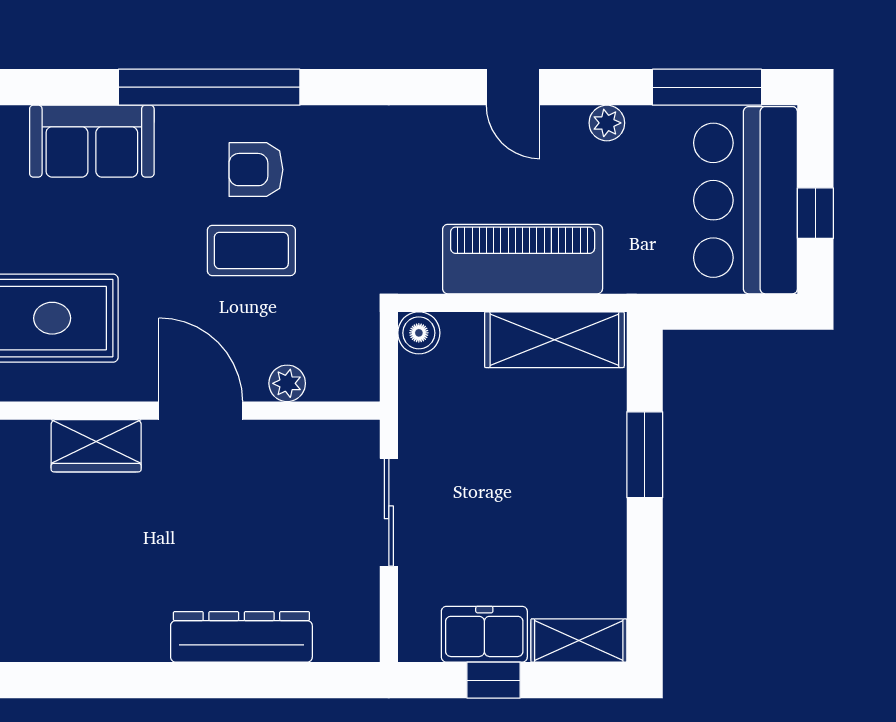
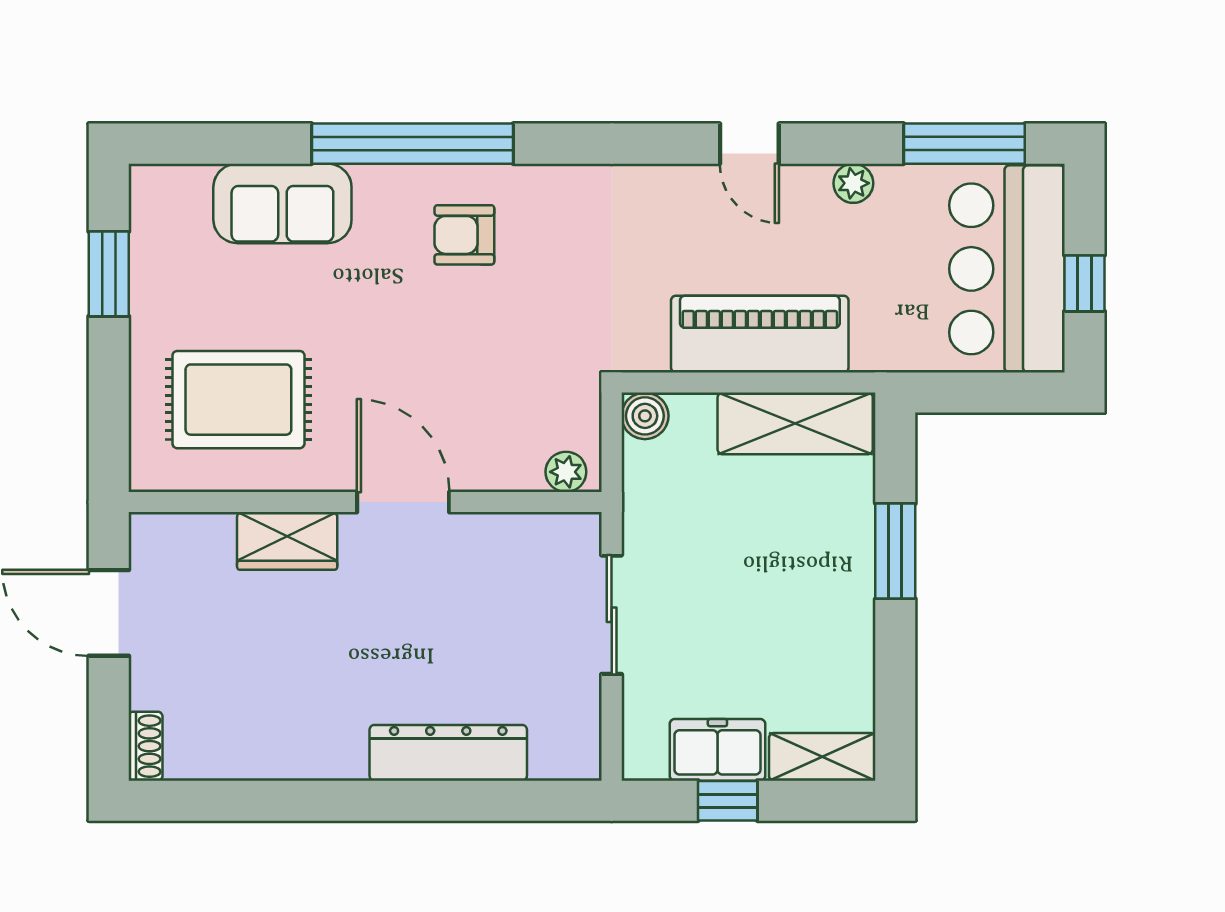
coffee table: (251, 250) -> (459, 325), removed
plant: (287, 383) -> (566, 472), moved

